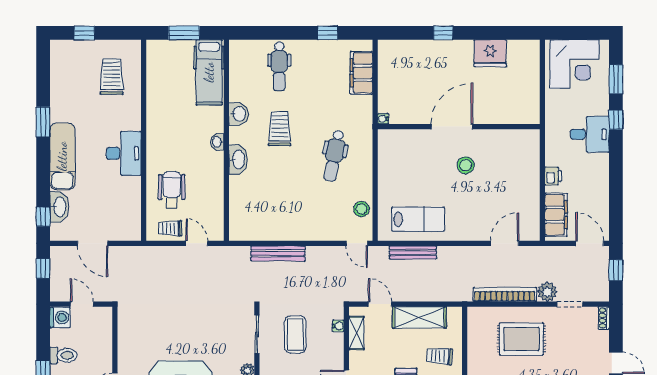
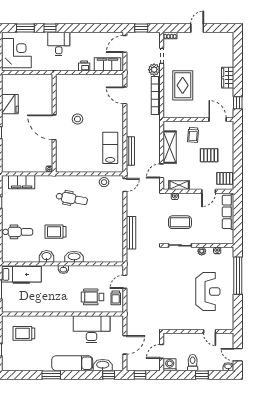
desk: (124, 153) -> (92, 329), moved, width x1.36, depth x1.30

